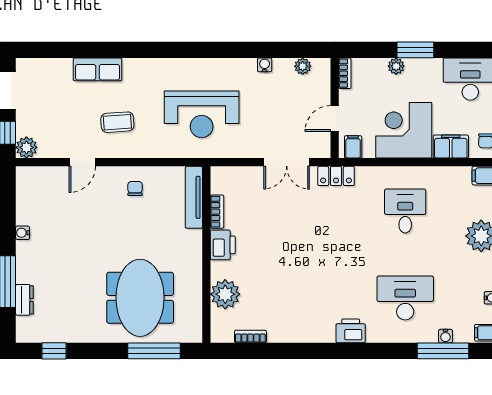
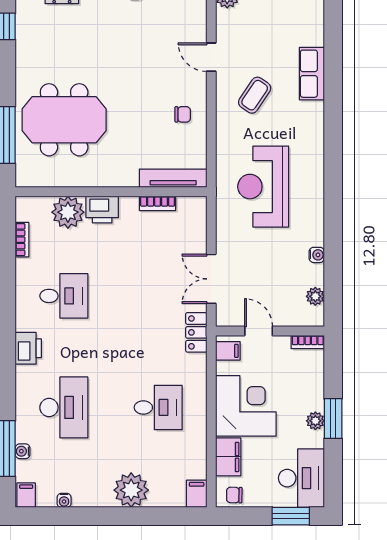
plant: (396, 66) -> (315, 421), moved
coffee table: (117, 122) -> (255, 95), turned 38
printer: (223, 245) -> (102, 209), moved
desk: (302, 298) -> (64, 296), added

